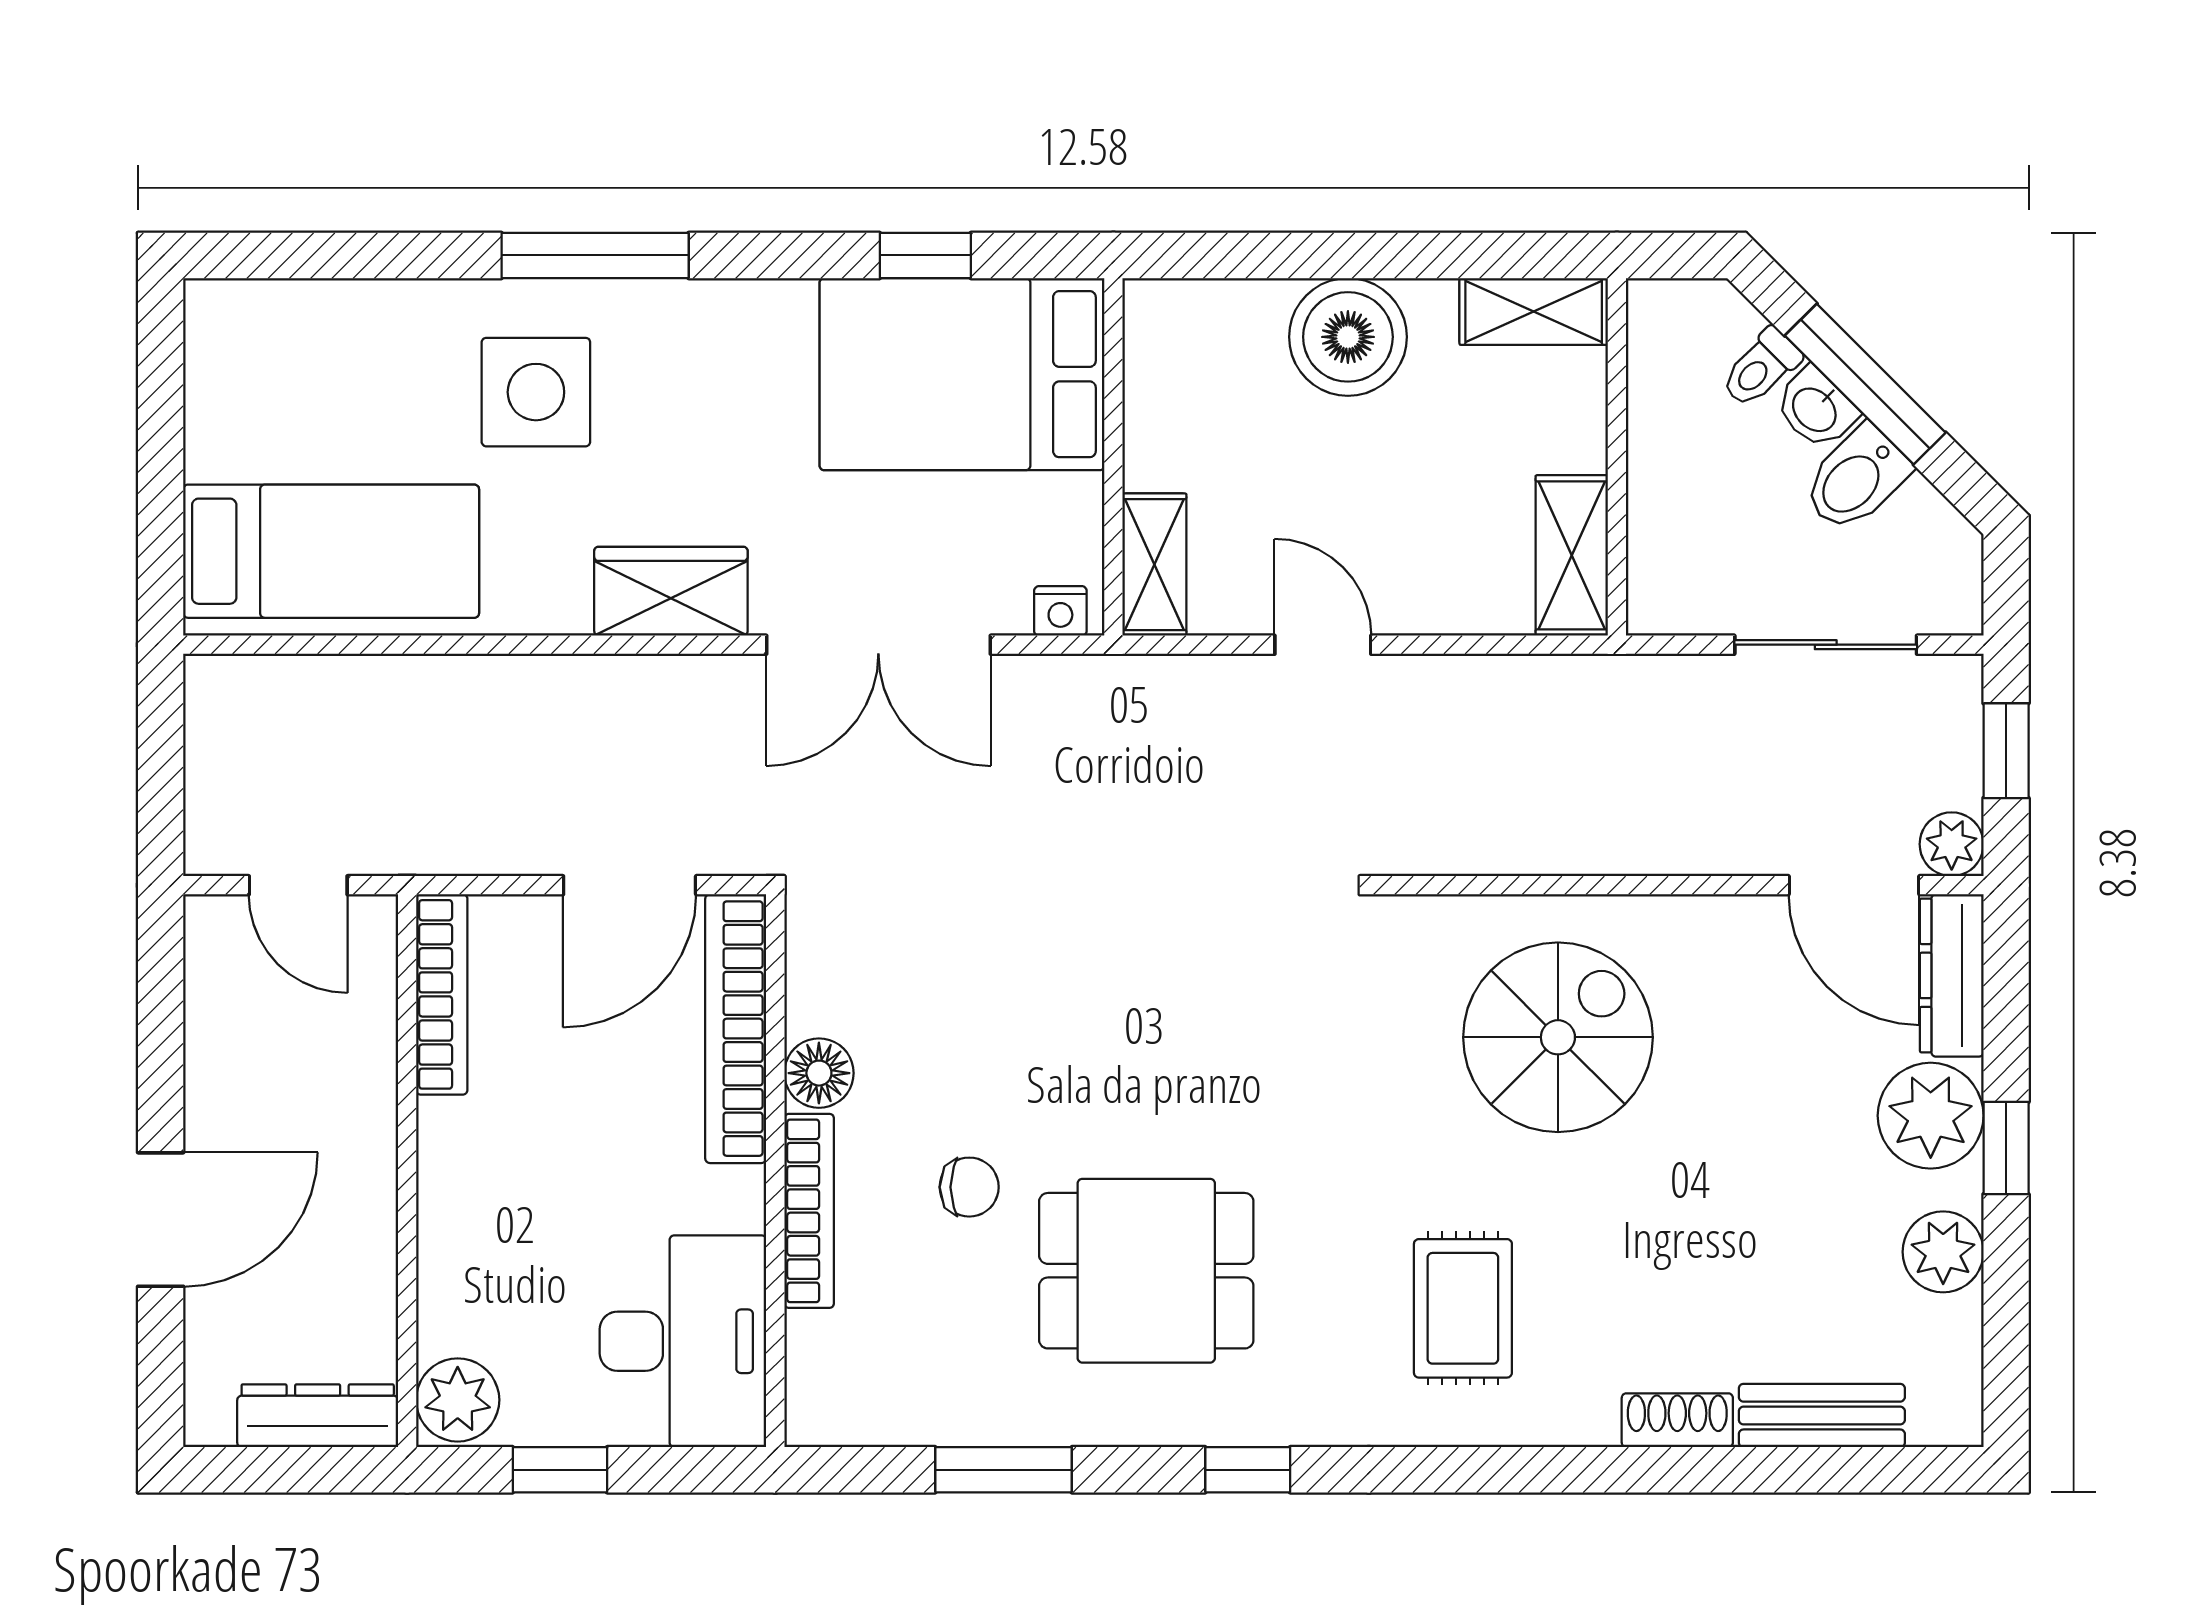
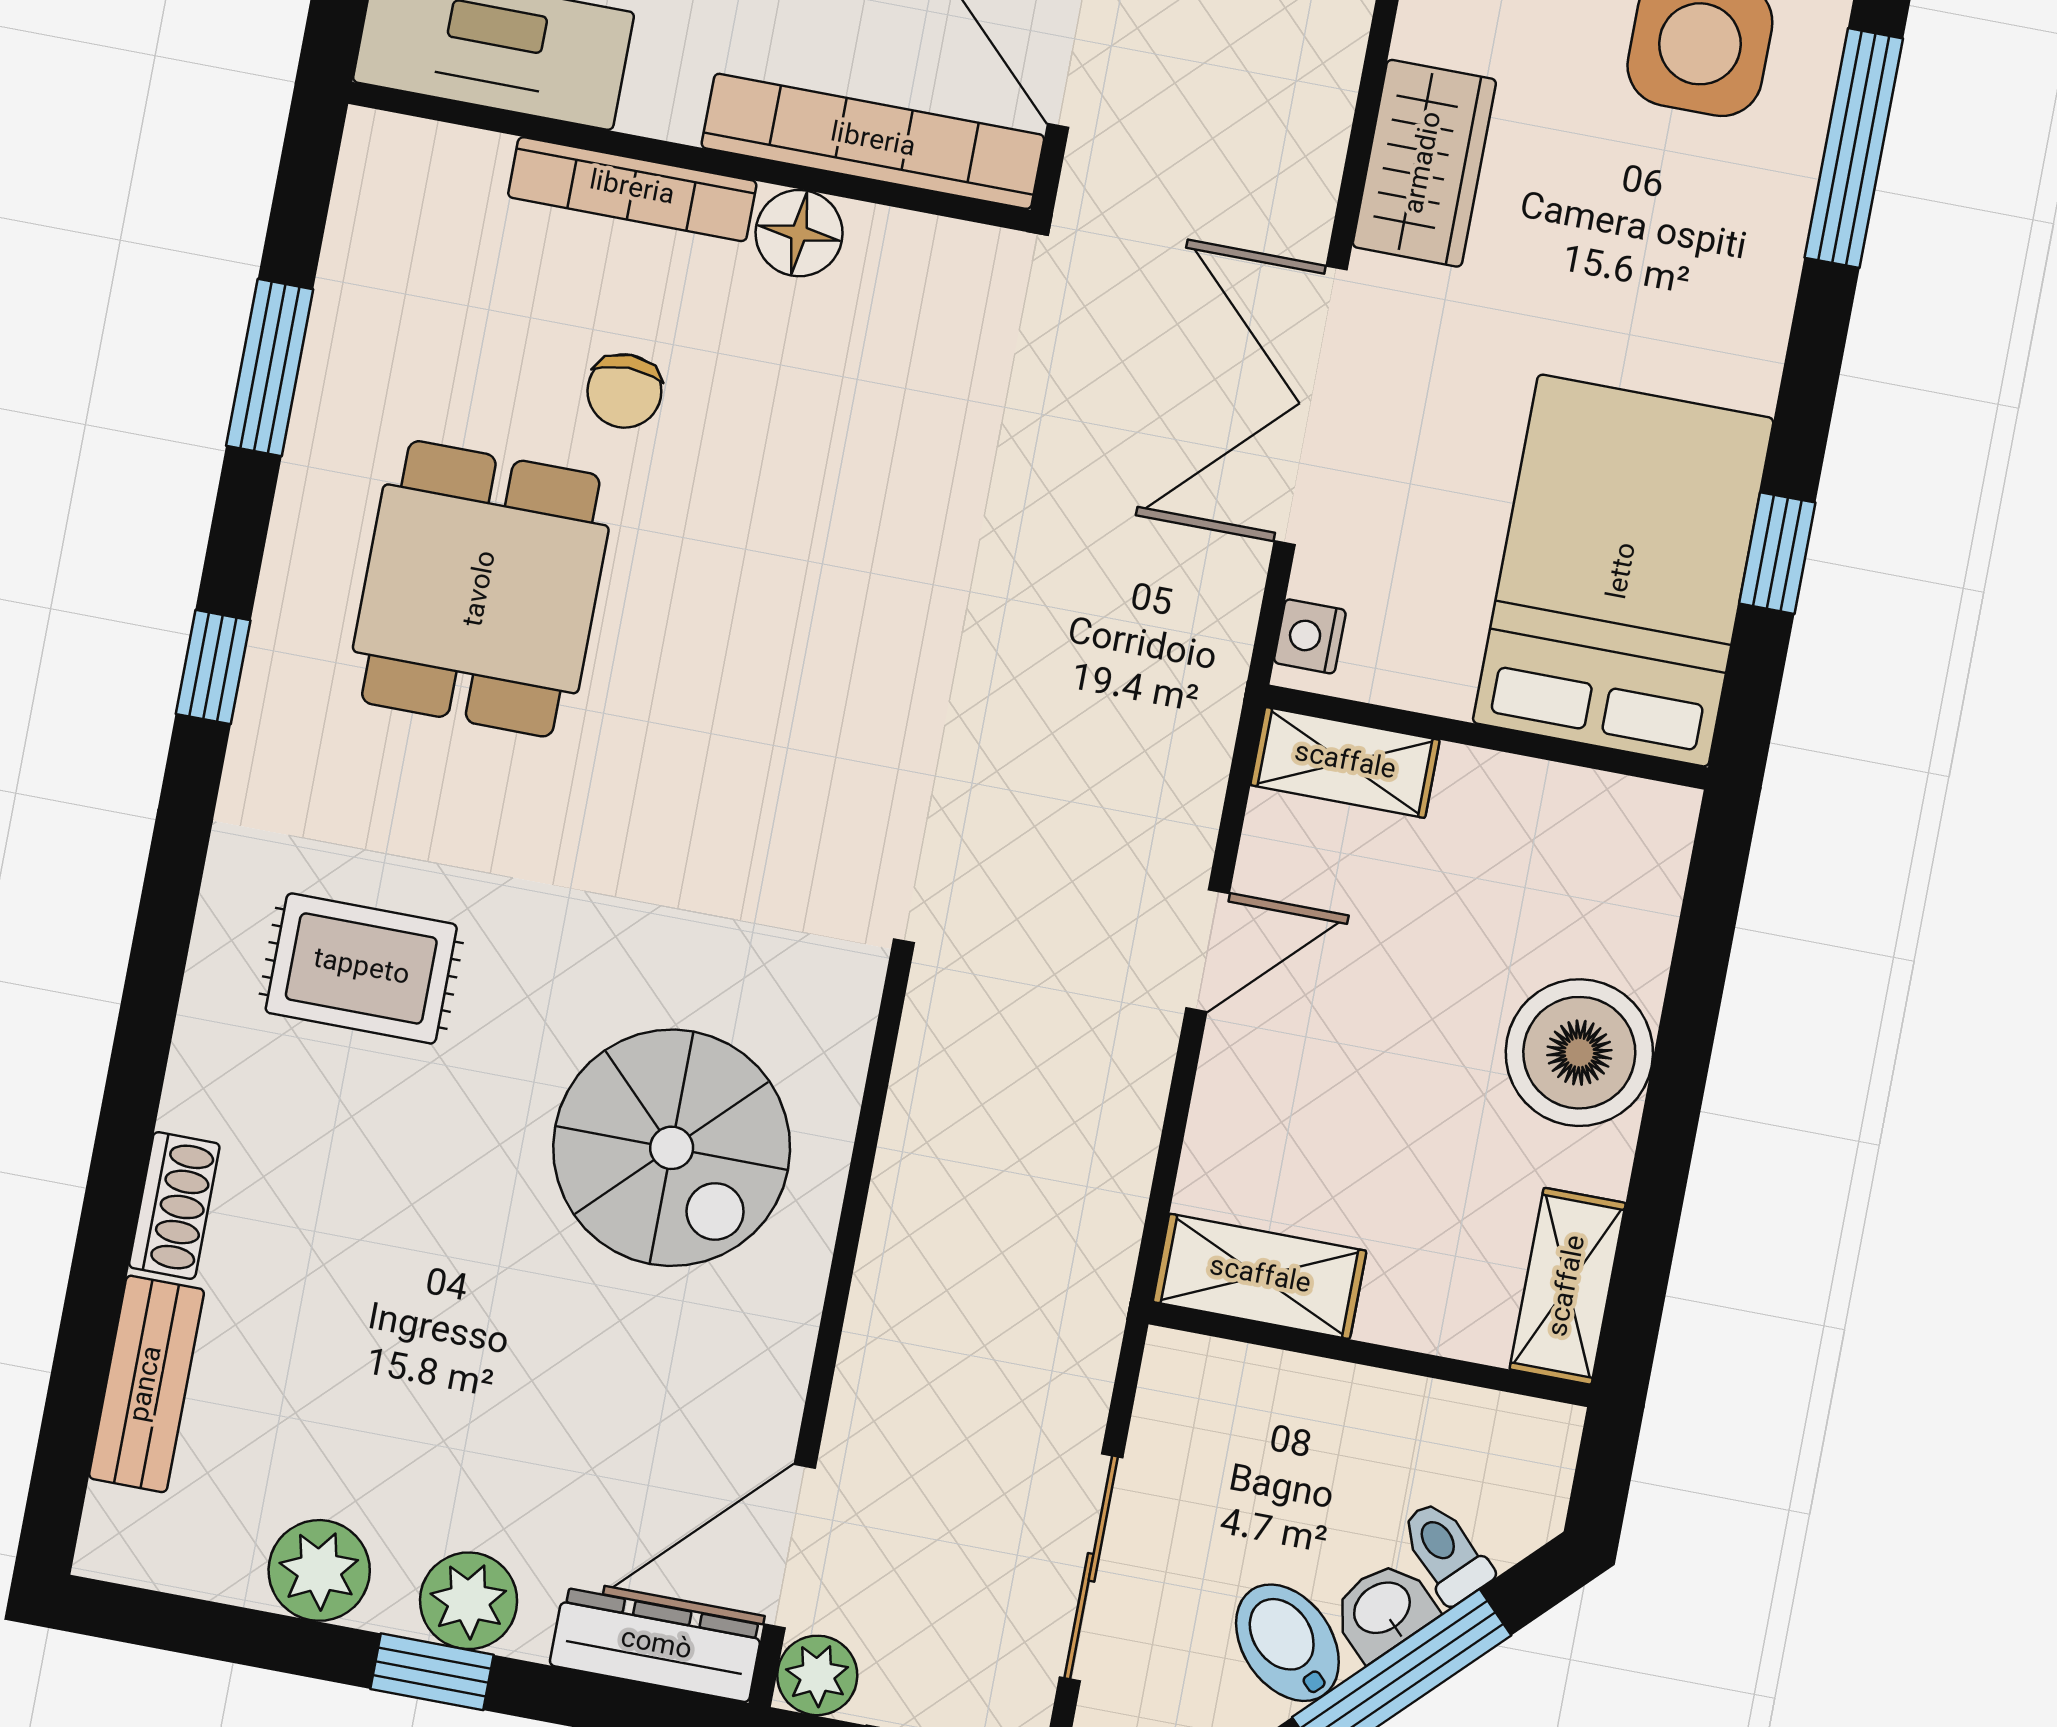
plant: (1931, 1116) -> (469, 1601), width x0.73, depth x0.73

